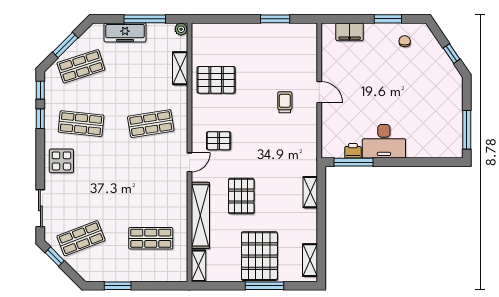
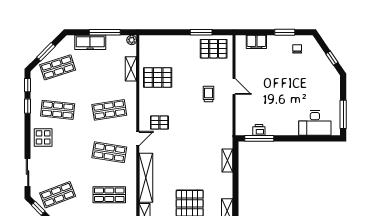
desk: (384, 141) -> (315, 123), moved
shop shelf: (151, 181) -> (109, 152), added
pallet: (241, 196) -> (214, 49), moved, turned 90

